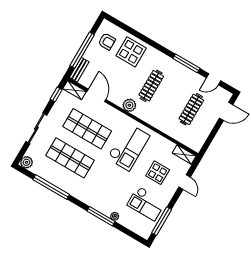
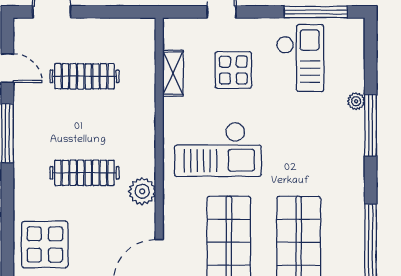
checkout: (128, 147) -> (218, 149), turned 180
shelving: (184, 155) -> (173, 73), moved

